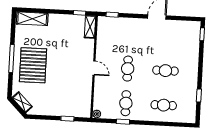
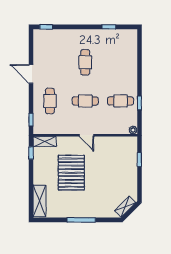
pallet: (33, 65) -> (71, 173), moved, turned 90
door: (94, 68) -> (86, 135), swing flipped
cafe table: (164, 105) -> (50, 101), moved

